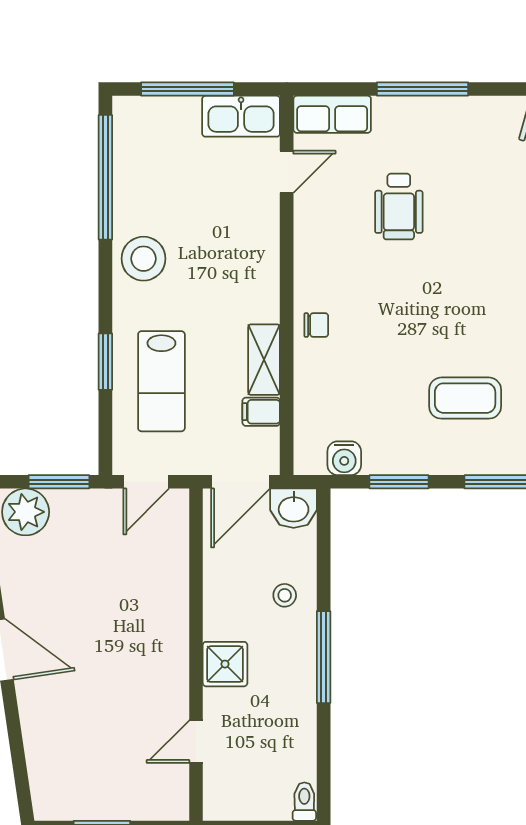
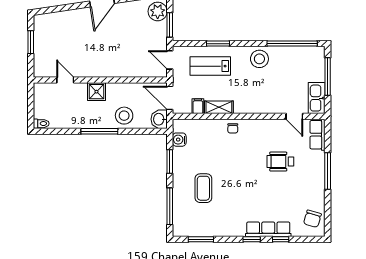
stool: (285, 595) -> (124, 116), width x1.89, depth x1.89

